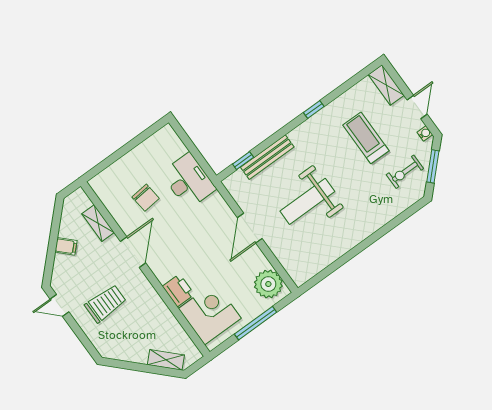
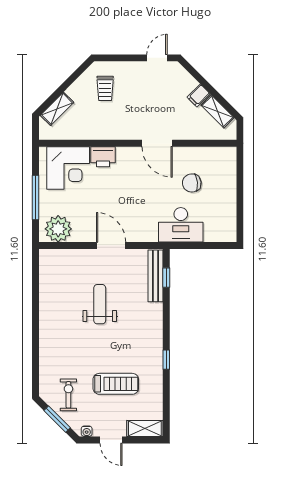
bench: (267, 157) -> (156, 276), moved
weight bench: (307, 201) -> (100, 304), width x0.73, depth x0.75
shelving: (98, 223) -> (218, 111), moved, turned 45
trolley: (105, 304) -> (105, 88), moved, width x0.73, depth x0.72

